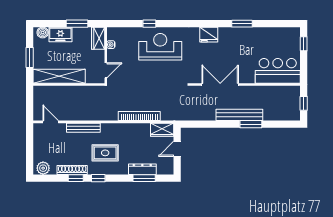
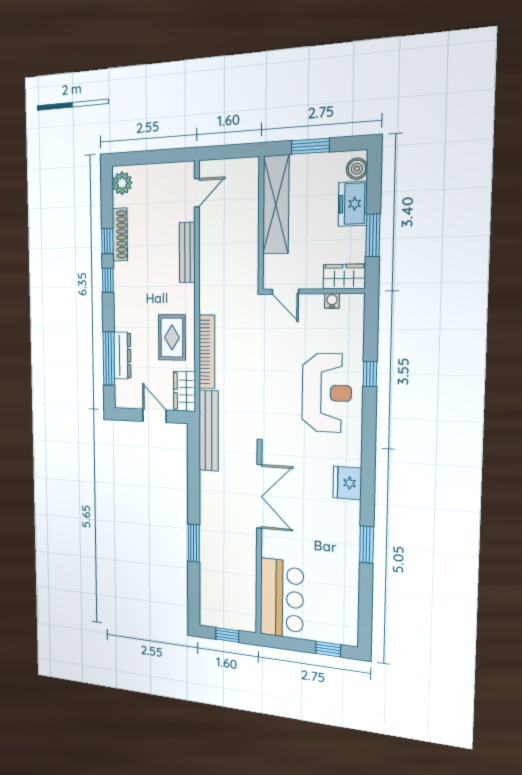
bench: (239, 115) -> (209, 431), moved
rug: (105, 153) -> (172, 337), moved
window: (144, 178) -> (109, 358), width x1.44

